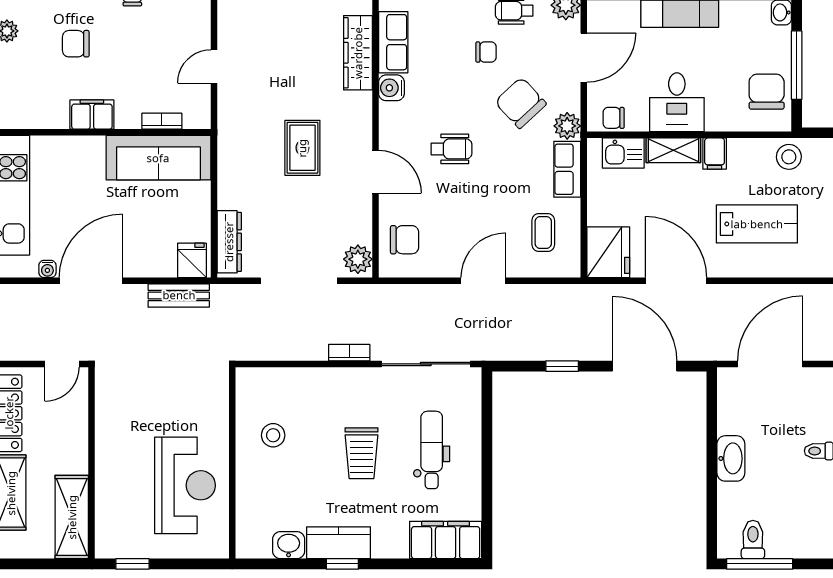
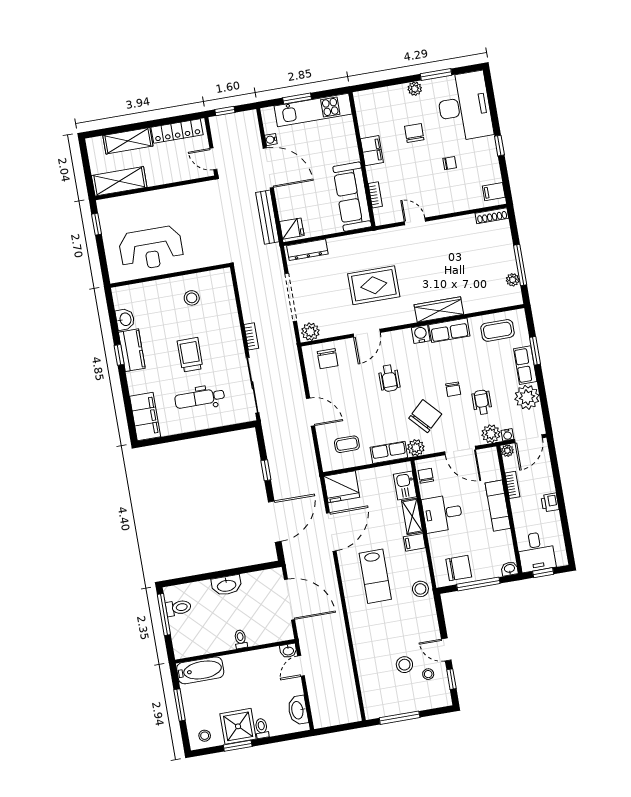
rug: (302, 148) -> (374, 285), width x1.36, depth x1.43
bench: (179, 295) -> (267, 217), width x1.36
dental chair: (432, 450) -> (200, 398), turned 180
trolley: (361, 453) -> (190, 355), turned 90

